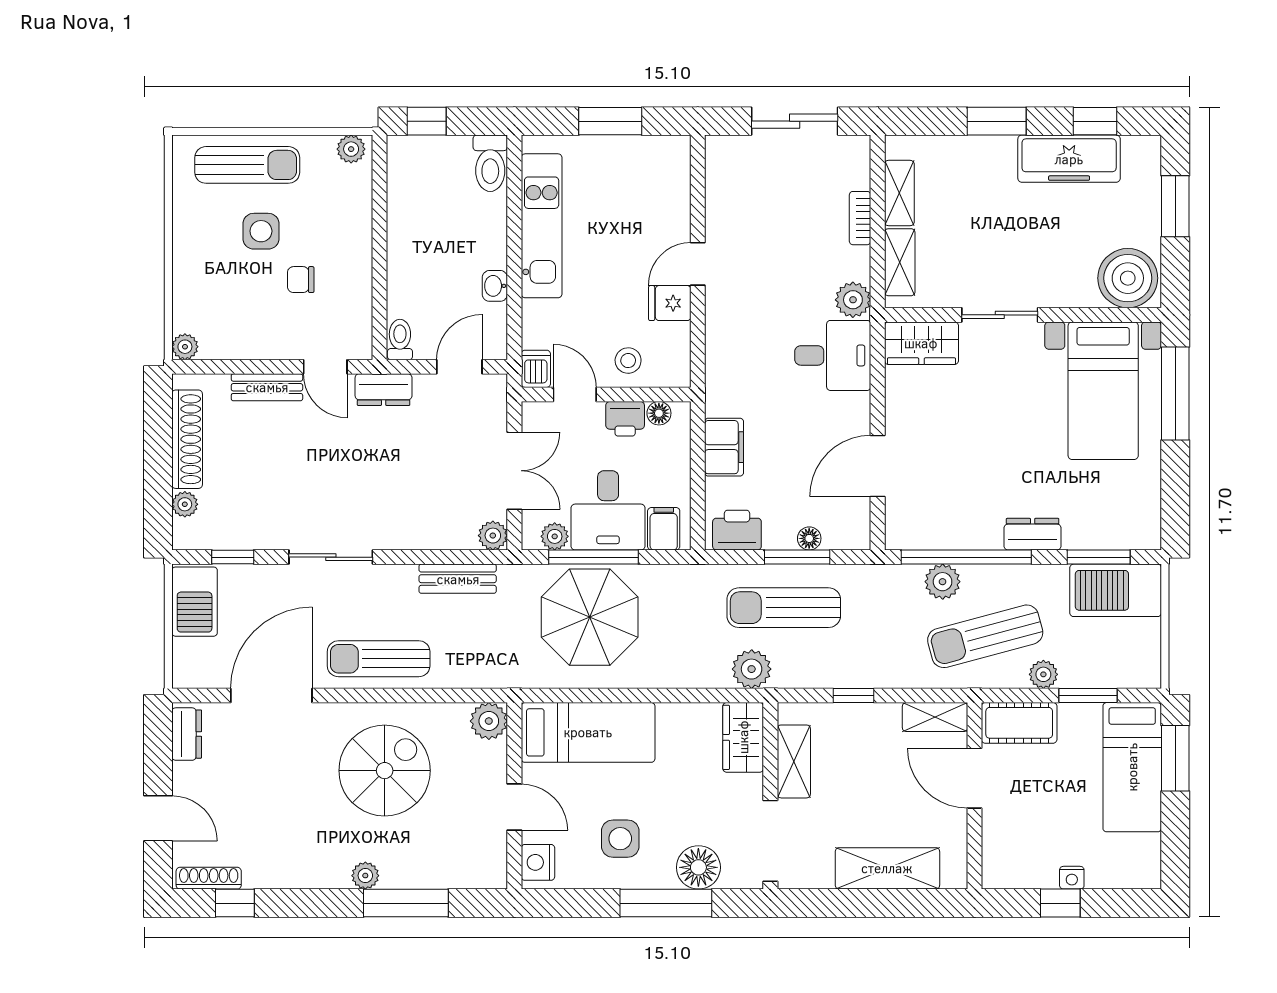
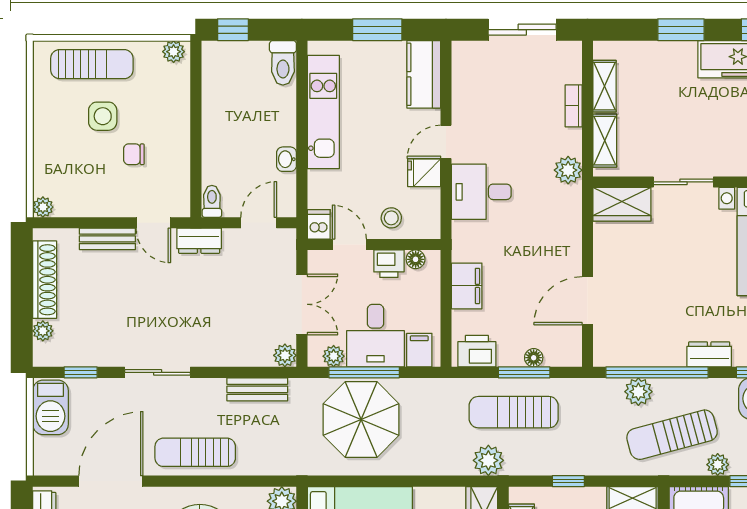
kitchen counter: (669, 178) -> (424, 74), added
desk: (833, 355) -> (481, 192), moved, turned 180

